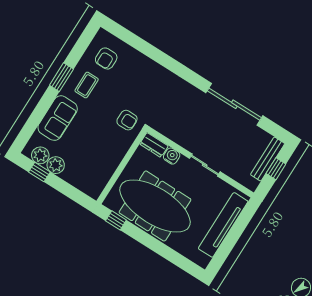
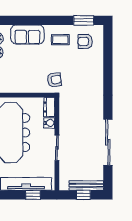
window: (61, 77) -> (84, 20), moved
armchair: (127, 120) -> (54, 80), turned -98
window: (240, 225) -> (33, 195), added

